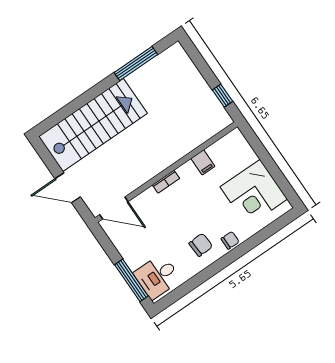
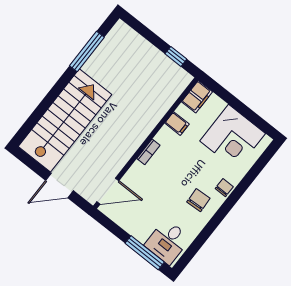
filing cabinet: (231, 142) -> (197, 97), added

